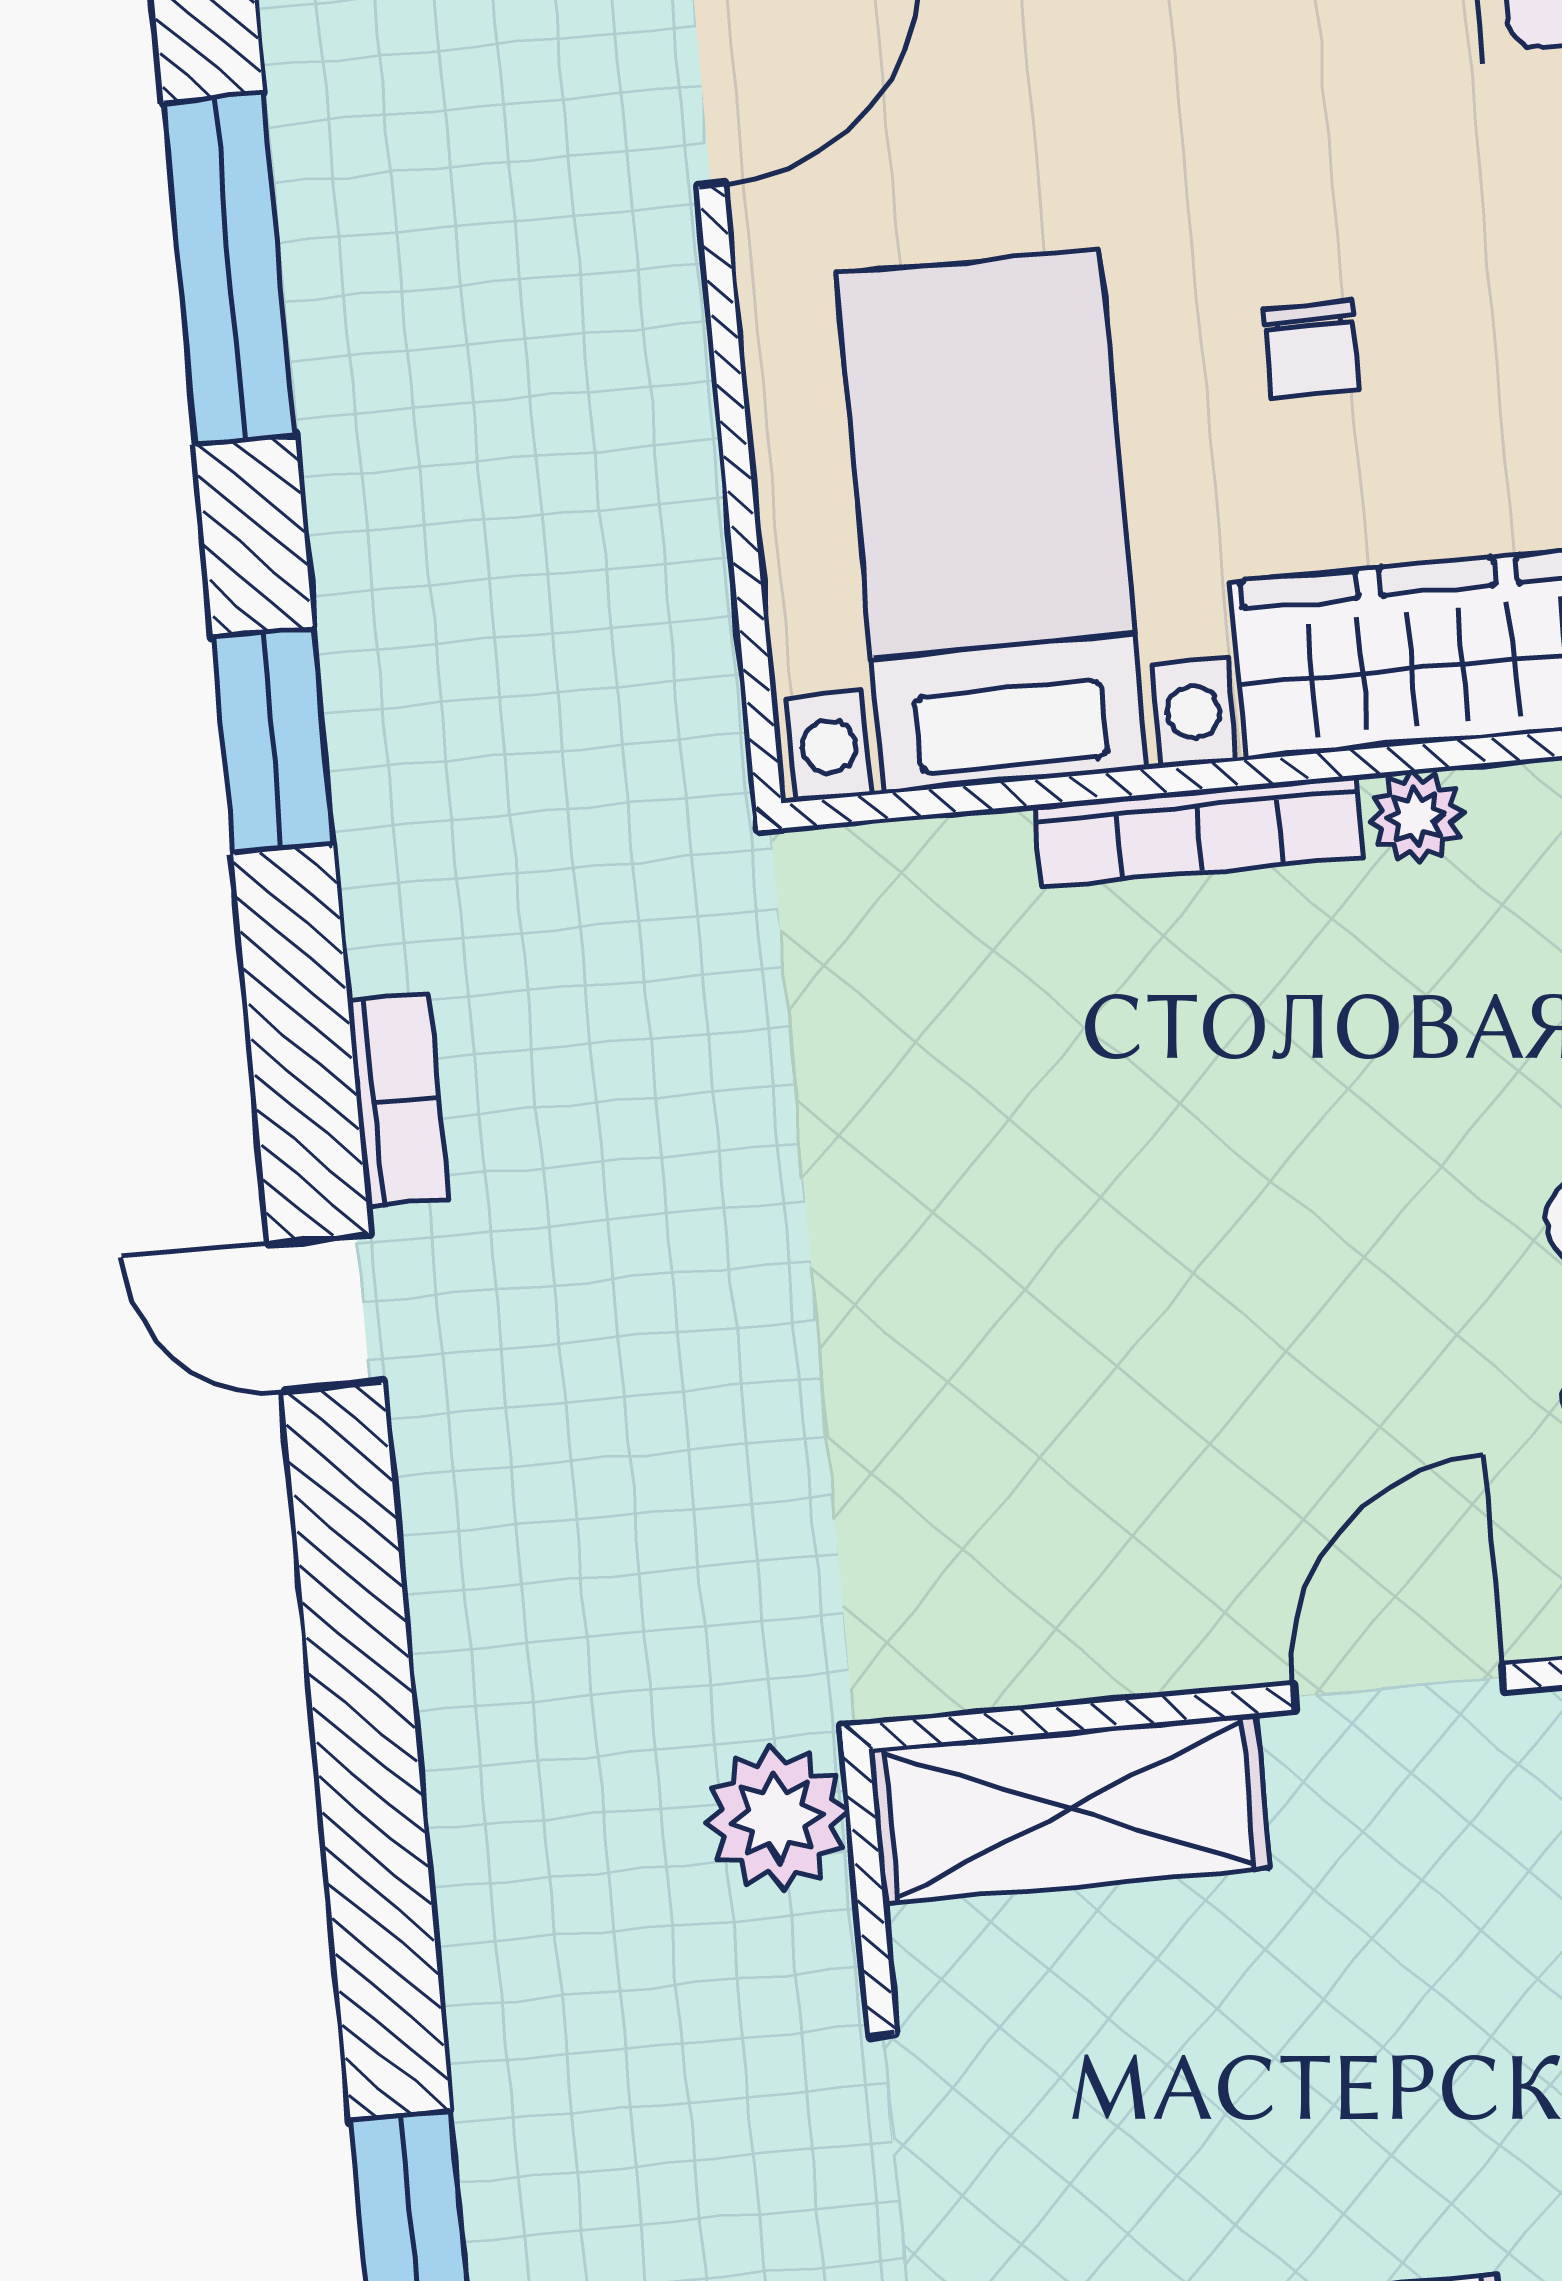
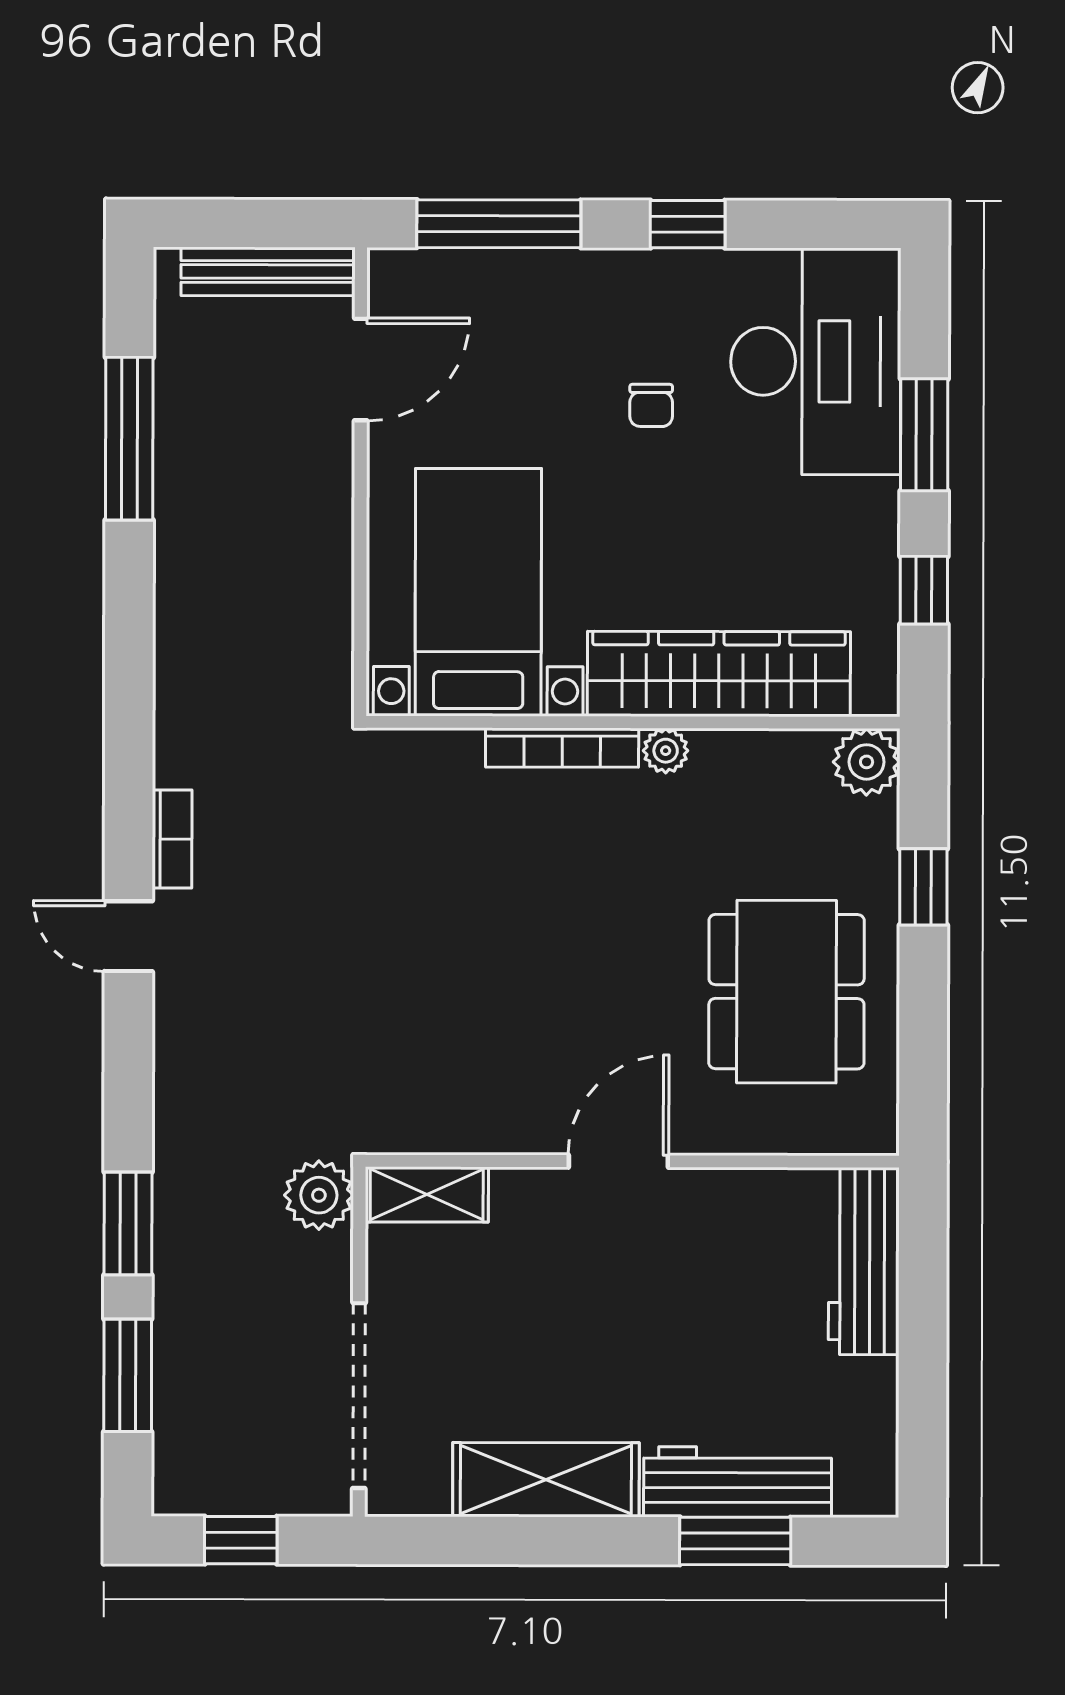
chair: (1311, 349) -> (651, 405), moved
window: (273, 740) -> (128, 1223), moved
shelving: (1069, 1809) -> (427, 1194), width x0.67, depth x0.75

